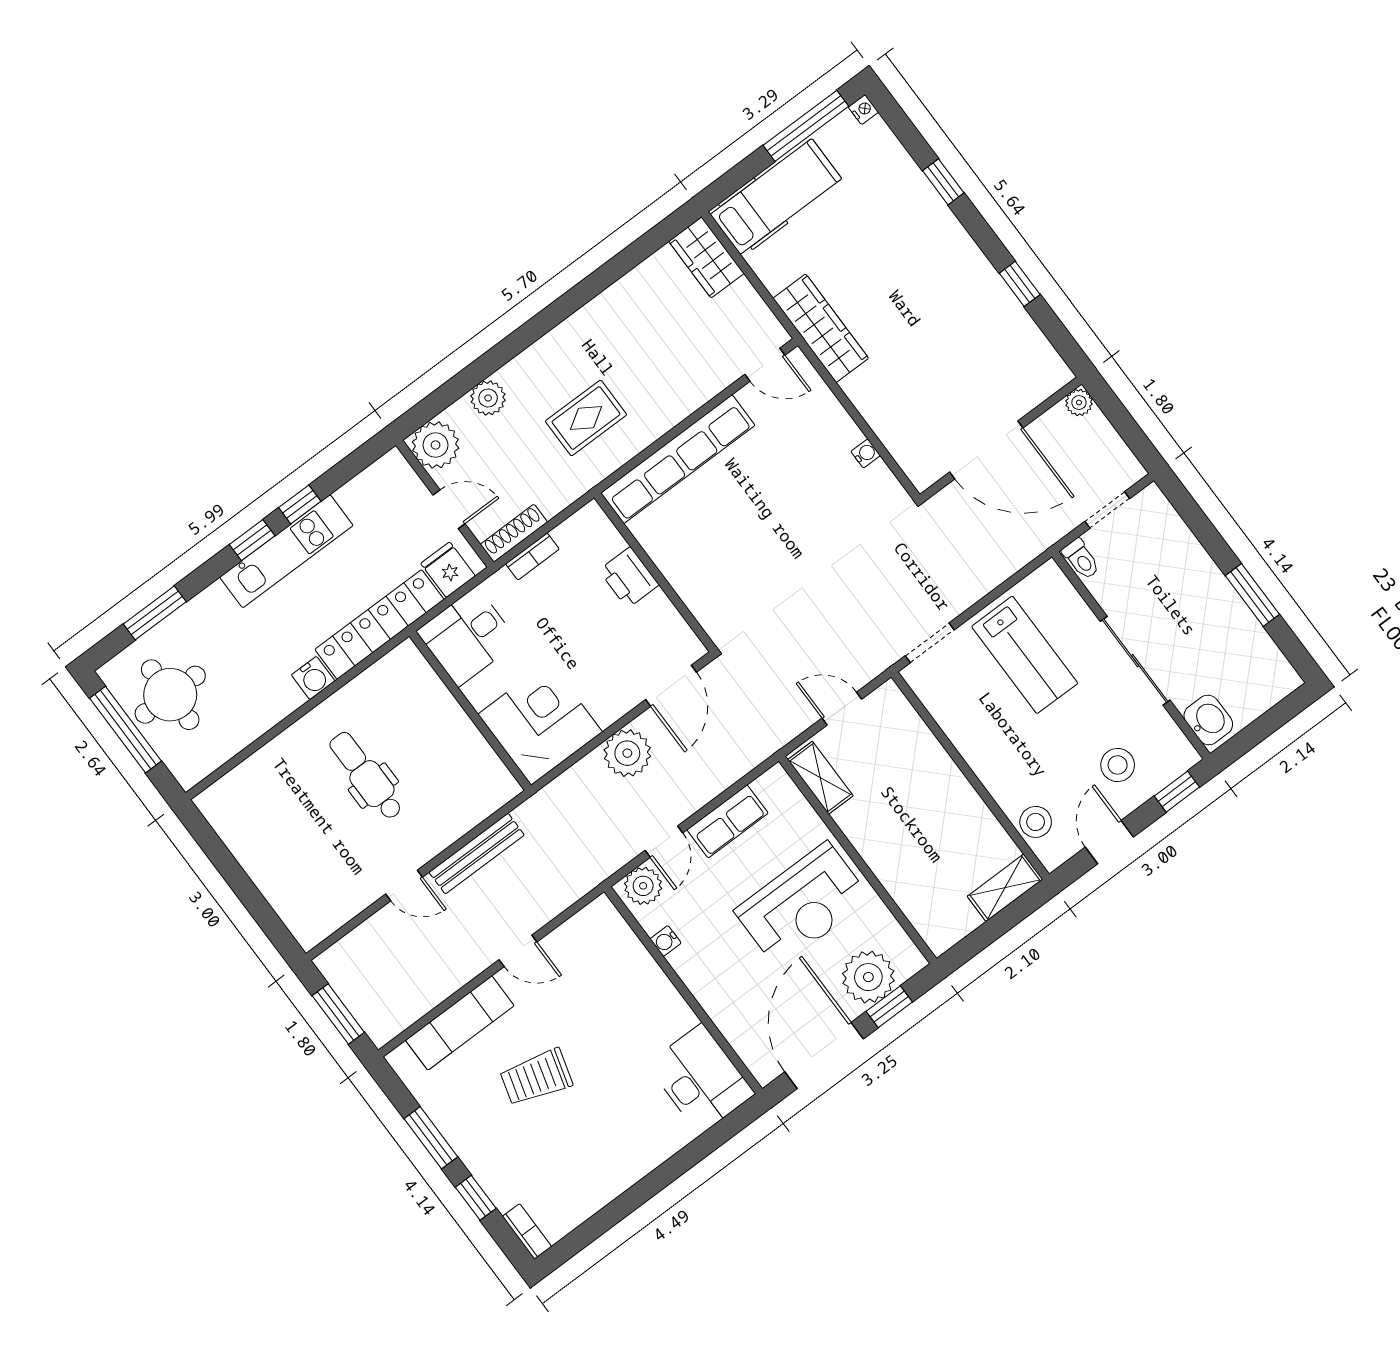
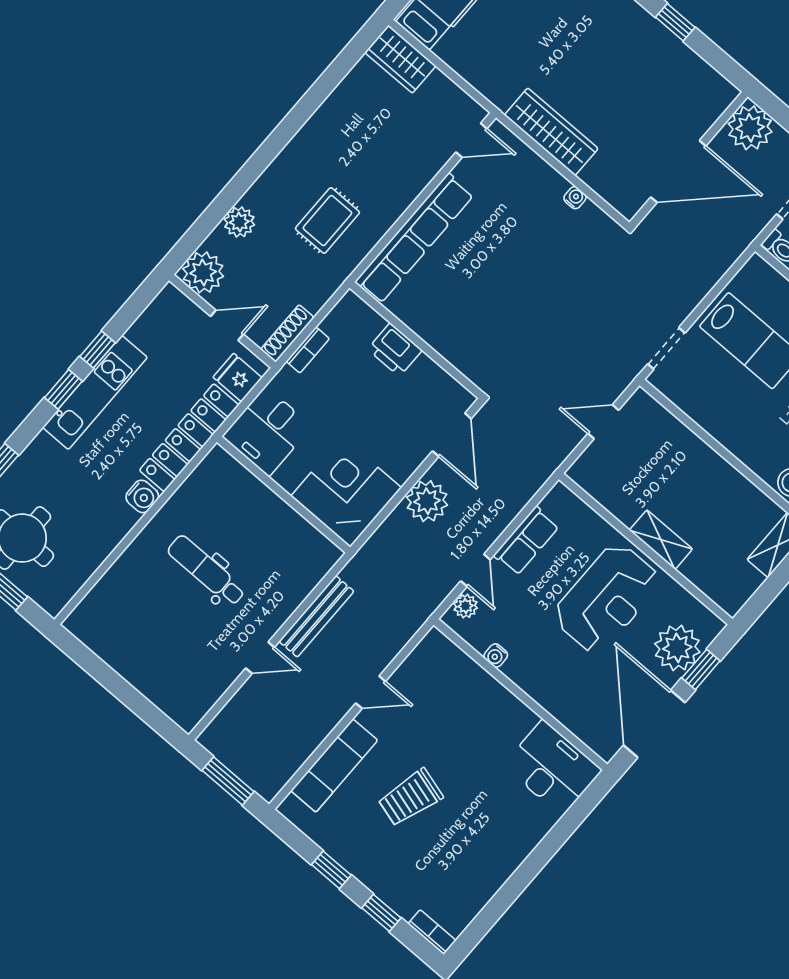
wardrobe: (821, 328) -> (551, 132), moved
plant: (1079, 403) -> (750, 128), width x1.87, depth x1.87
shelving: (820, 778) -> (661, 540), moved
plant: (643, 886) -> (465, 606), width x0.73, depth x0.73
window: (431, 1138) -> (331, 870), width x0.67

